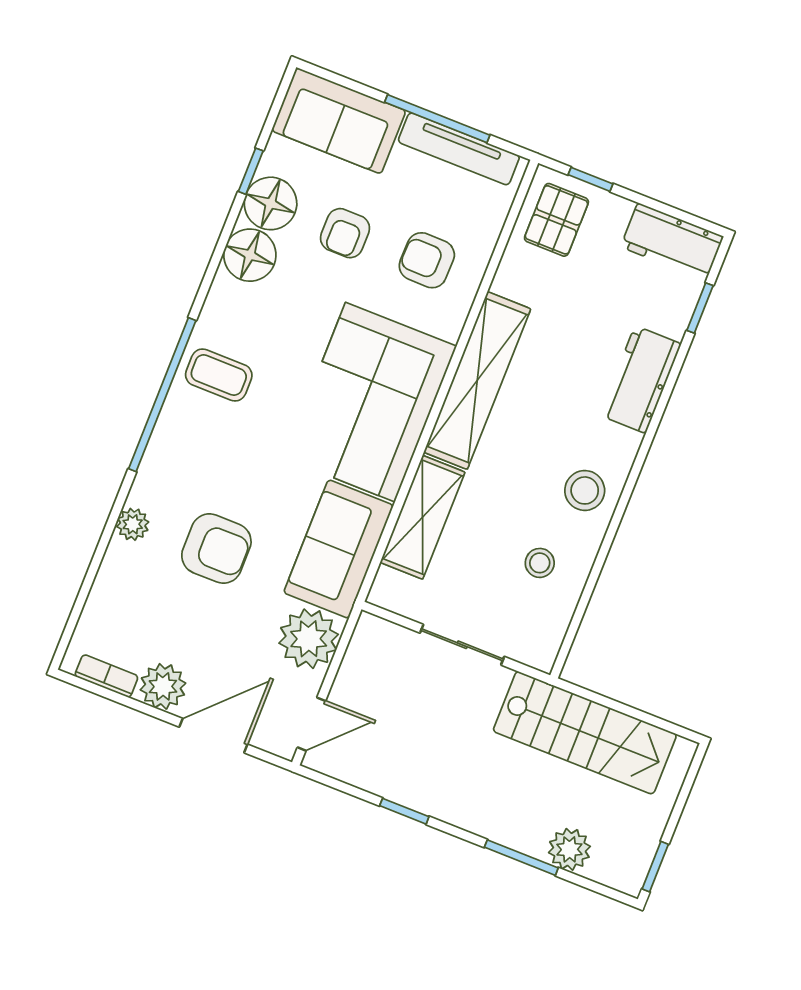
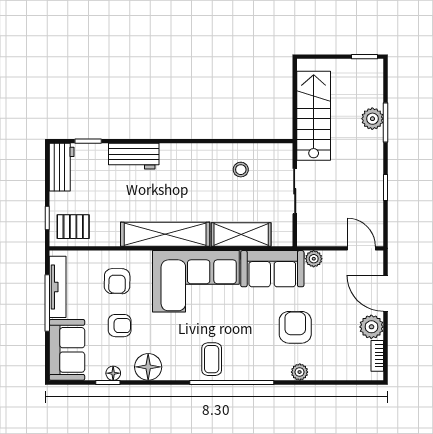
floor lamp: (271, 203) -> (113, 373), width x0.53, depth x0.53
stool: (585, 490) -> (198, 162), removed
plant: (309, 639) -> (314, 259), width x0.53, depth x0.53
plant: (569, 849) -> (372, 119), moved

